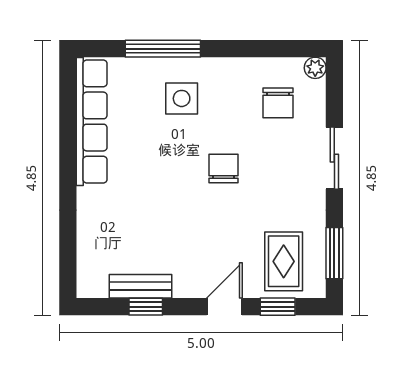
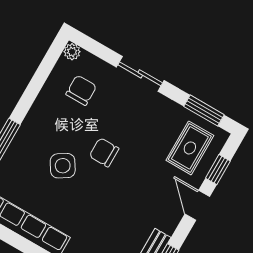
side table: (182, 98) -> (63, 166), moved, turned -32
chair: (278, 103) -> (81, 90), turned -90
rug: (284, 261) -> (190, 148), turned 90

